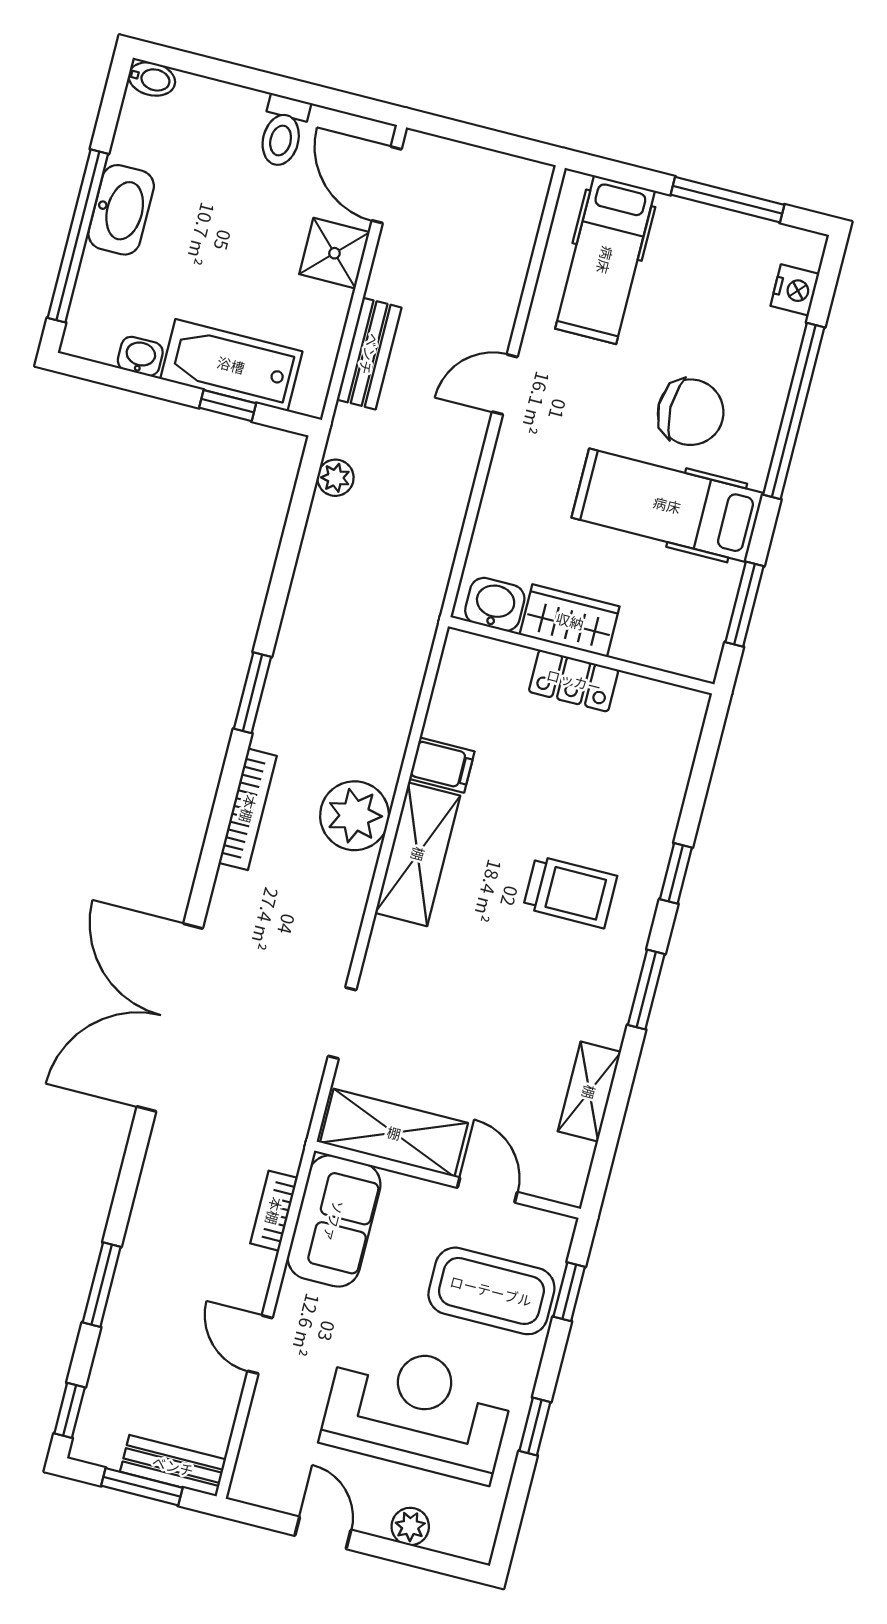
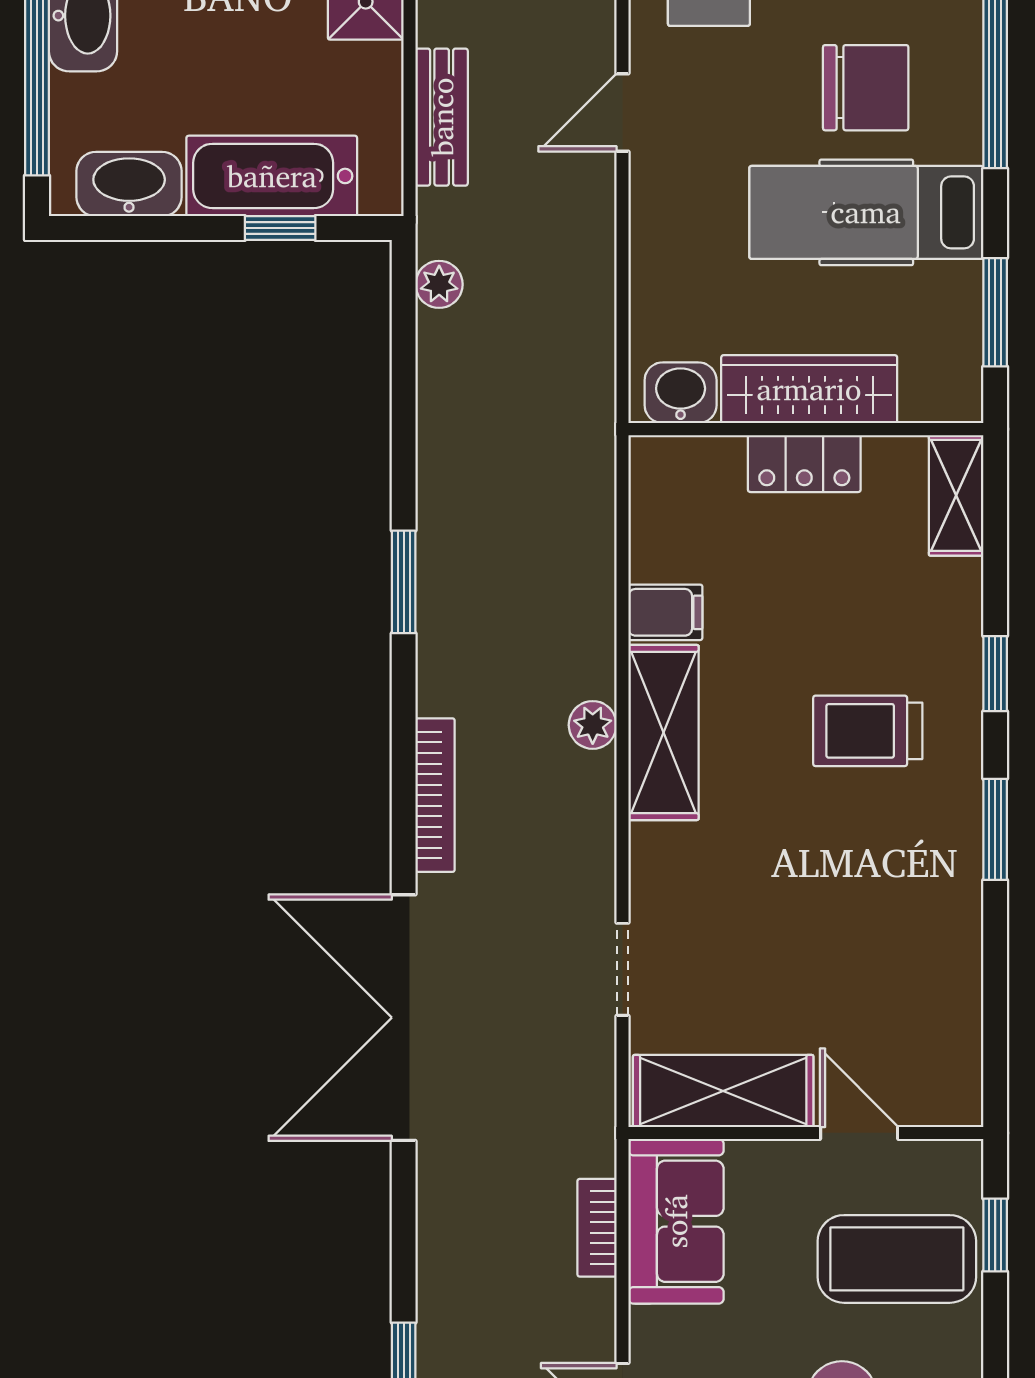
washbasin: (140, 356) -> (129, 184), width x1.91, depth x1.45
wardrobe: (570, 621) -> (809, 389), width x1.50
bookcase: (248, 809) -> (435, 795), moved
plant: (355, 816) -> (593, 725), width x0.53, depth x0.53
trolley: (570, 892) -> (868, 731), turned 180
shelving: (589, 1092) -> (956, 495), moved

